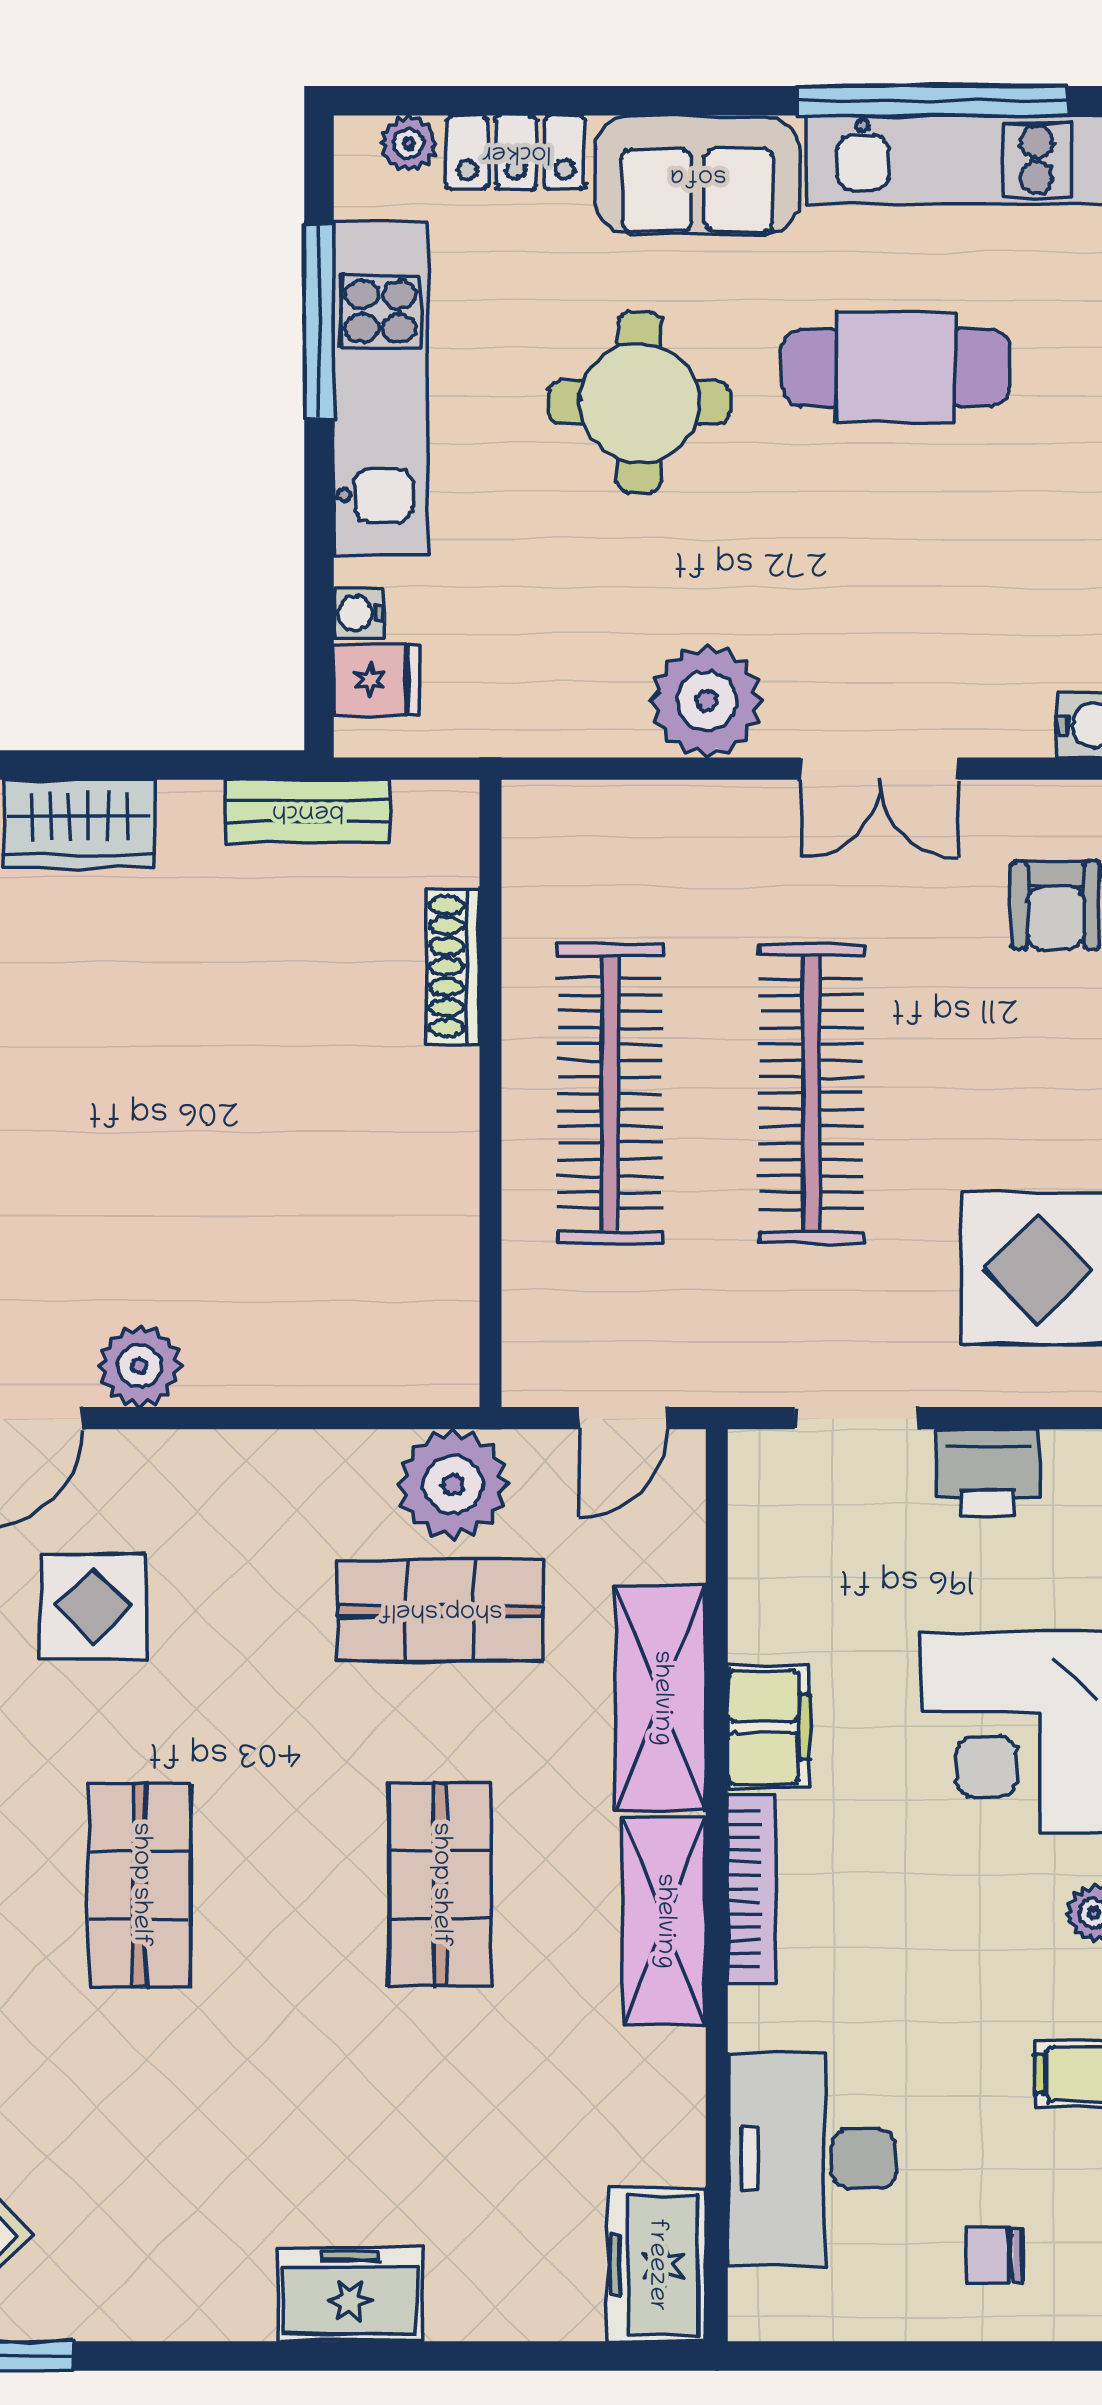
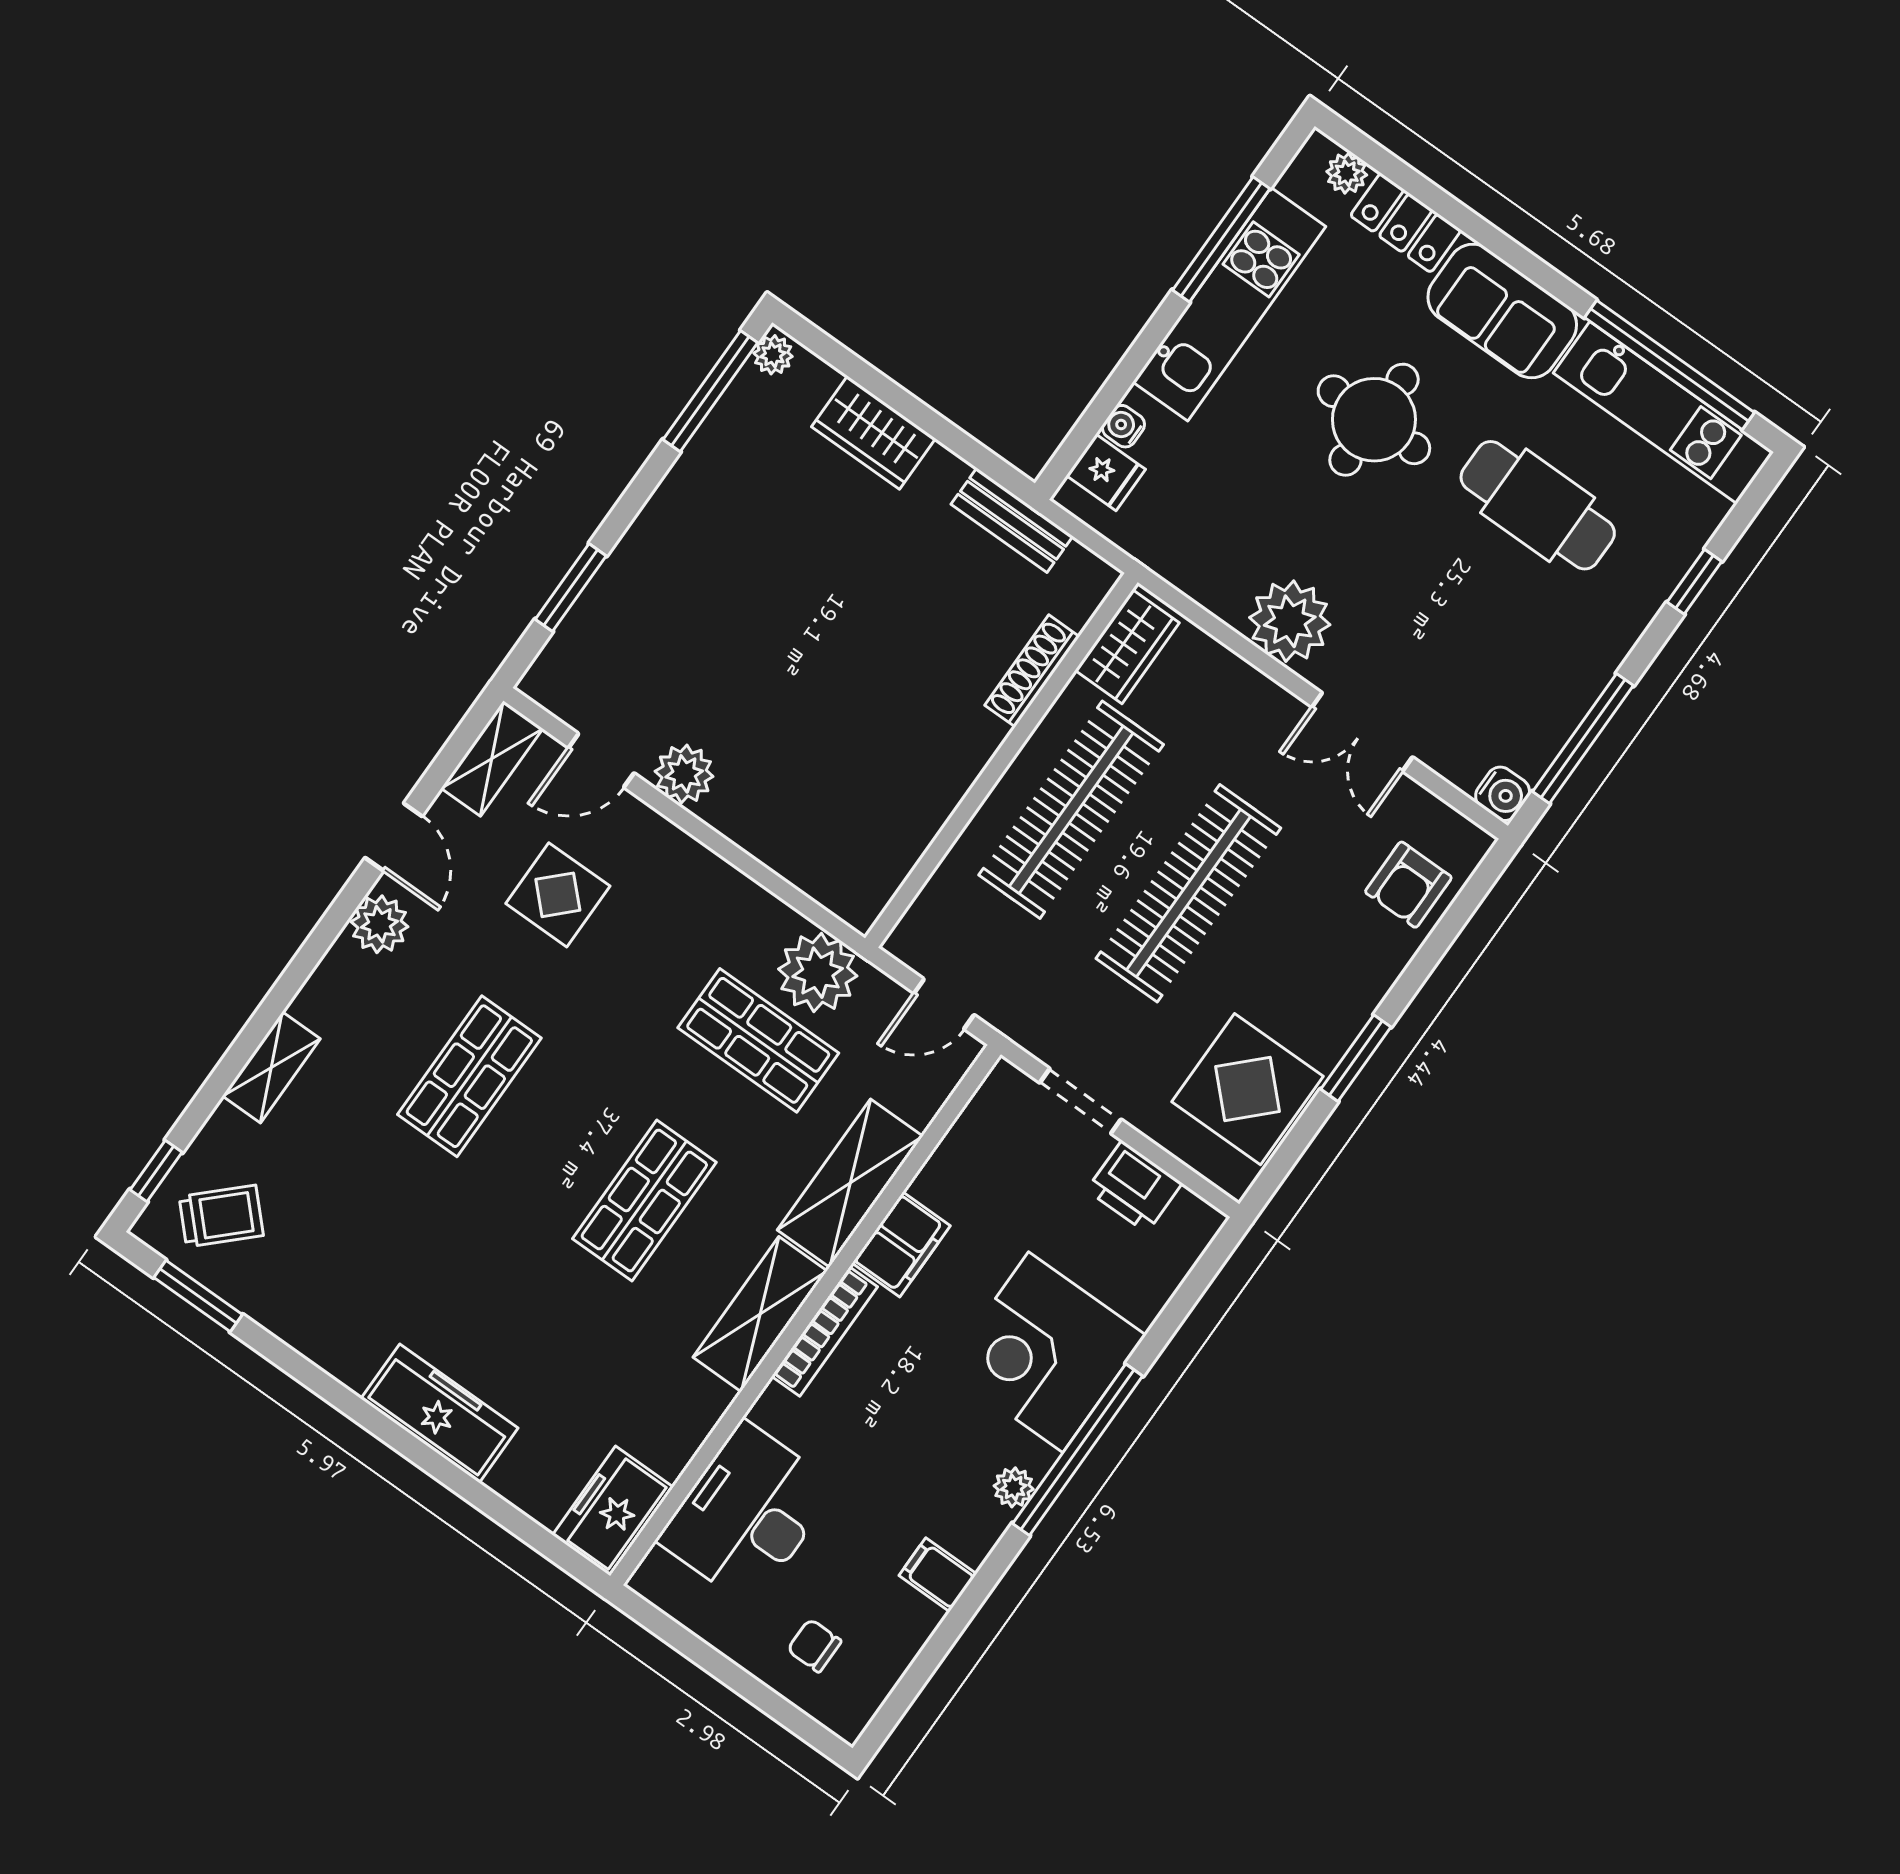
wardrobe: (542, 862) -> (1127, 647), added
freezer: (350, 2294) -> (439, 1413), width x1.40

